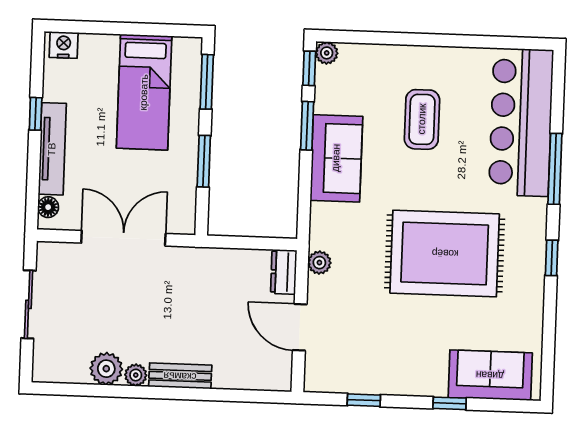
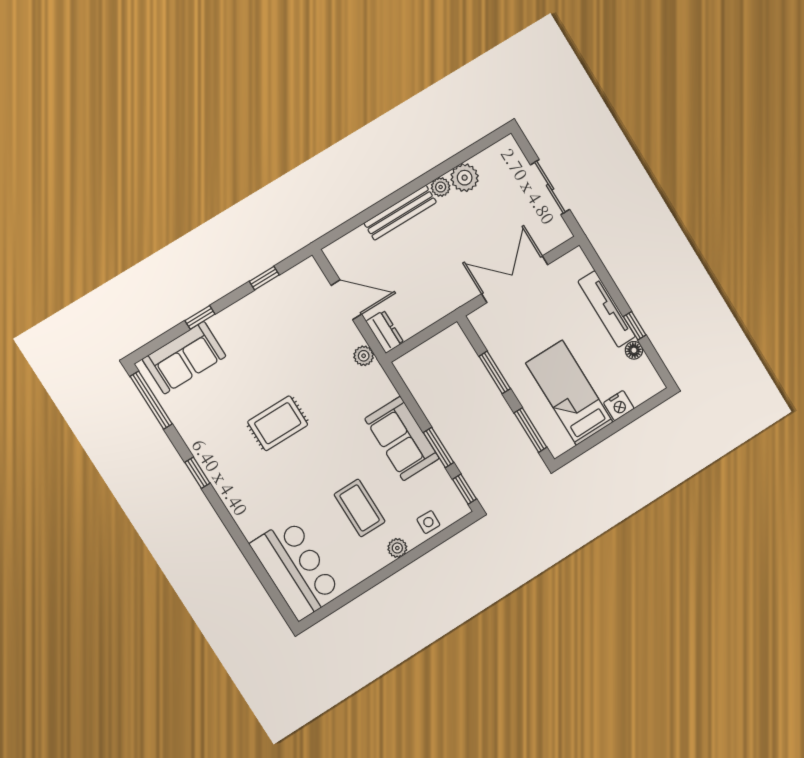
nightstand: (64, 45) -> (619, 406), moved
plant: (327, 53) -> (397, 548), moved
side table: (366, 60) -> (428, 522), added
bar counter: (521, 122) -> (296, 569), width x0.73
window: (555, 169) -> (151, 400), moved
floor lamp: (48, 207) -> (634, 350), moved
double door: (123, 238) -> (515, 279), swing flipped
rug: (445, 253) -> (278, 423), width x0.54, depth x0.49
bench: (180, 376) -> (400, 213), width x1.36

